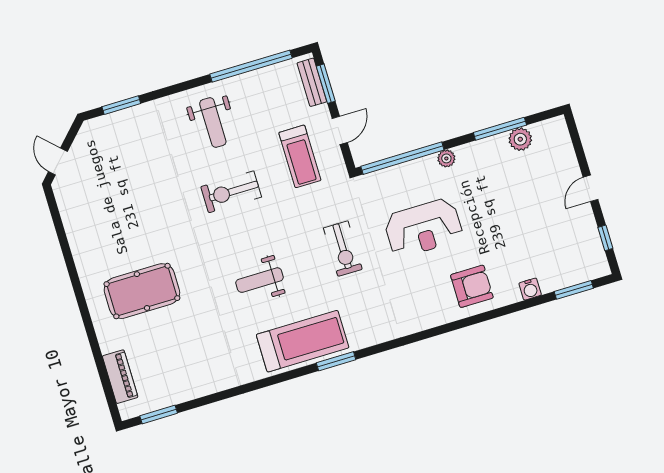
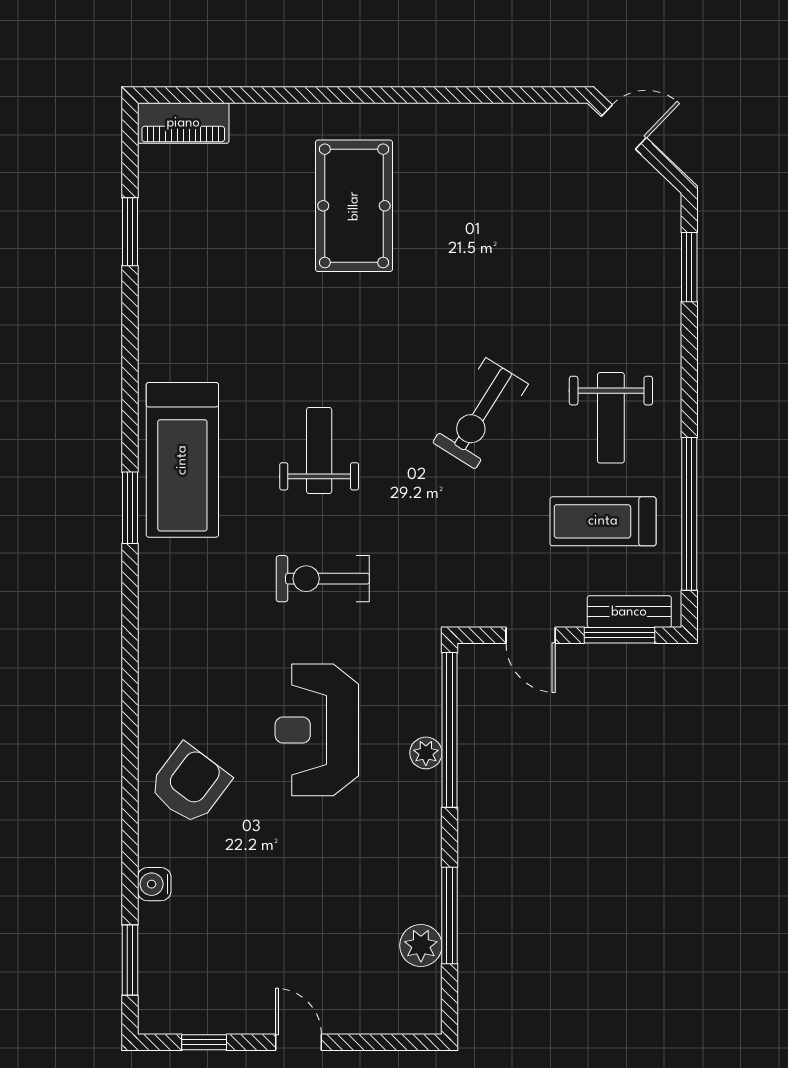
weight bench: (213, 123) -> (611, 418), turned -90
treadmill: (300, 156) -> (603, 521), moved
plant: (446, 158) -> (426, 753), moved
exercise bike: (231, 192) -> (480, 413), turned -148
weight bench: (260, 280) -> (319, 451), moved
armchair: (472, 286) -> (189, 784), turned -143
piano: (120, 377) -> (183, 123), moved
window: (159, 414) -> (130, 232), moved

